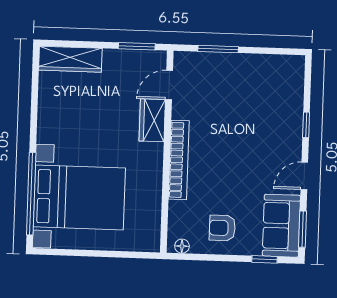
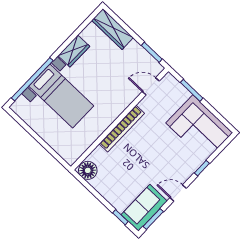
corner sofa: (264, 83) -> (199, 128), added
wardrobe: (152, 120) -> (74, 51), moved, turned 180
bed with nightstands: (79, 197) -> (61, 96), width x0.73
armchair: (222, 228) -> (113, 182), removed
floor lamp: (182, 246) -> (88, 170), width x1.89, depth x1.89

